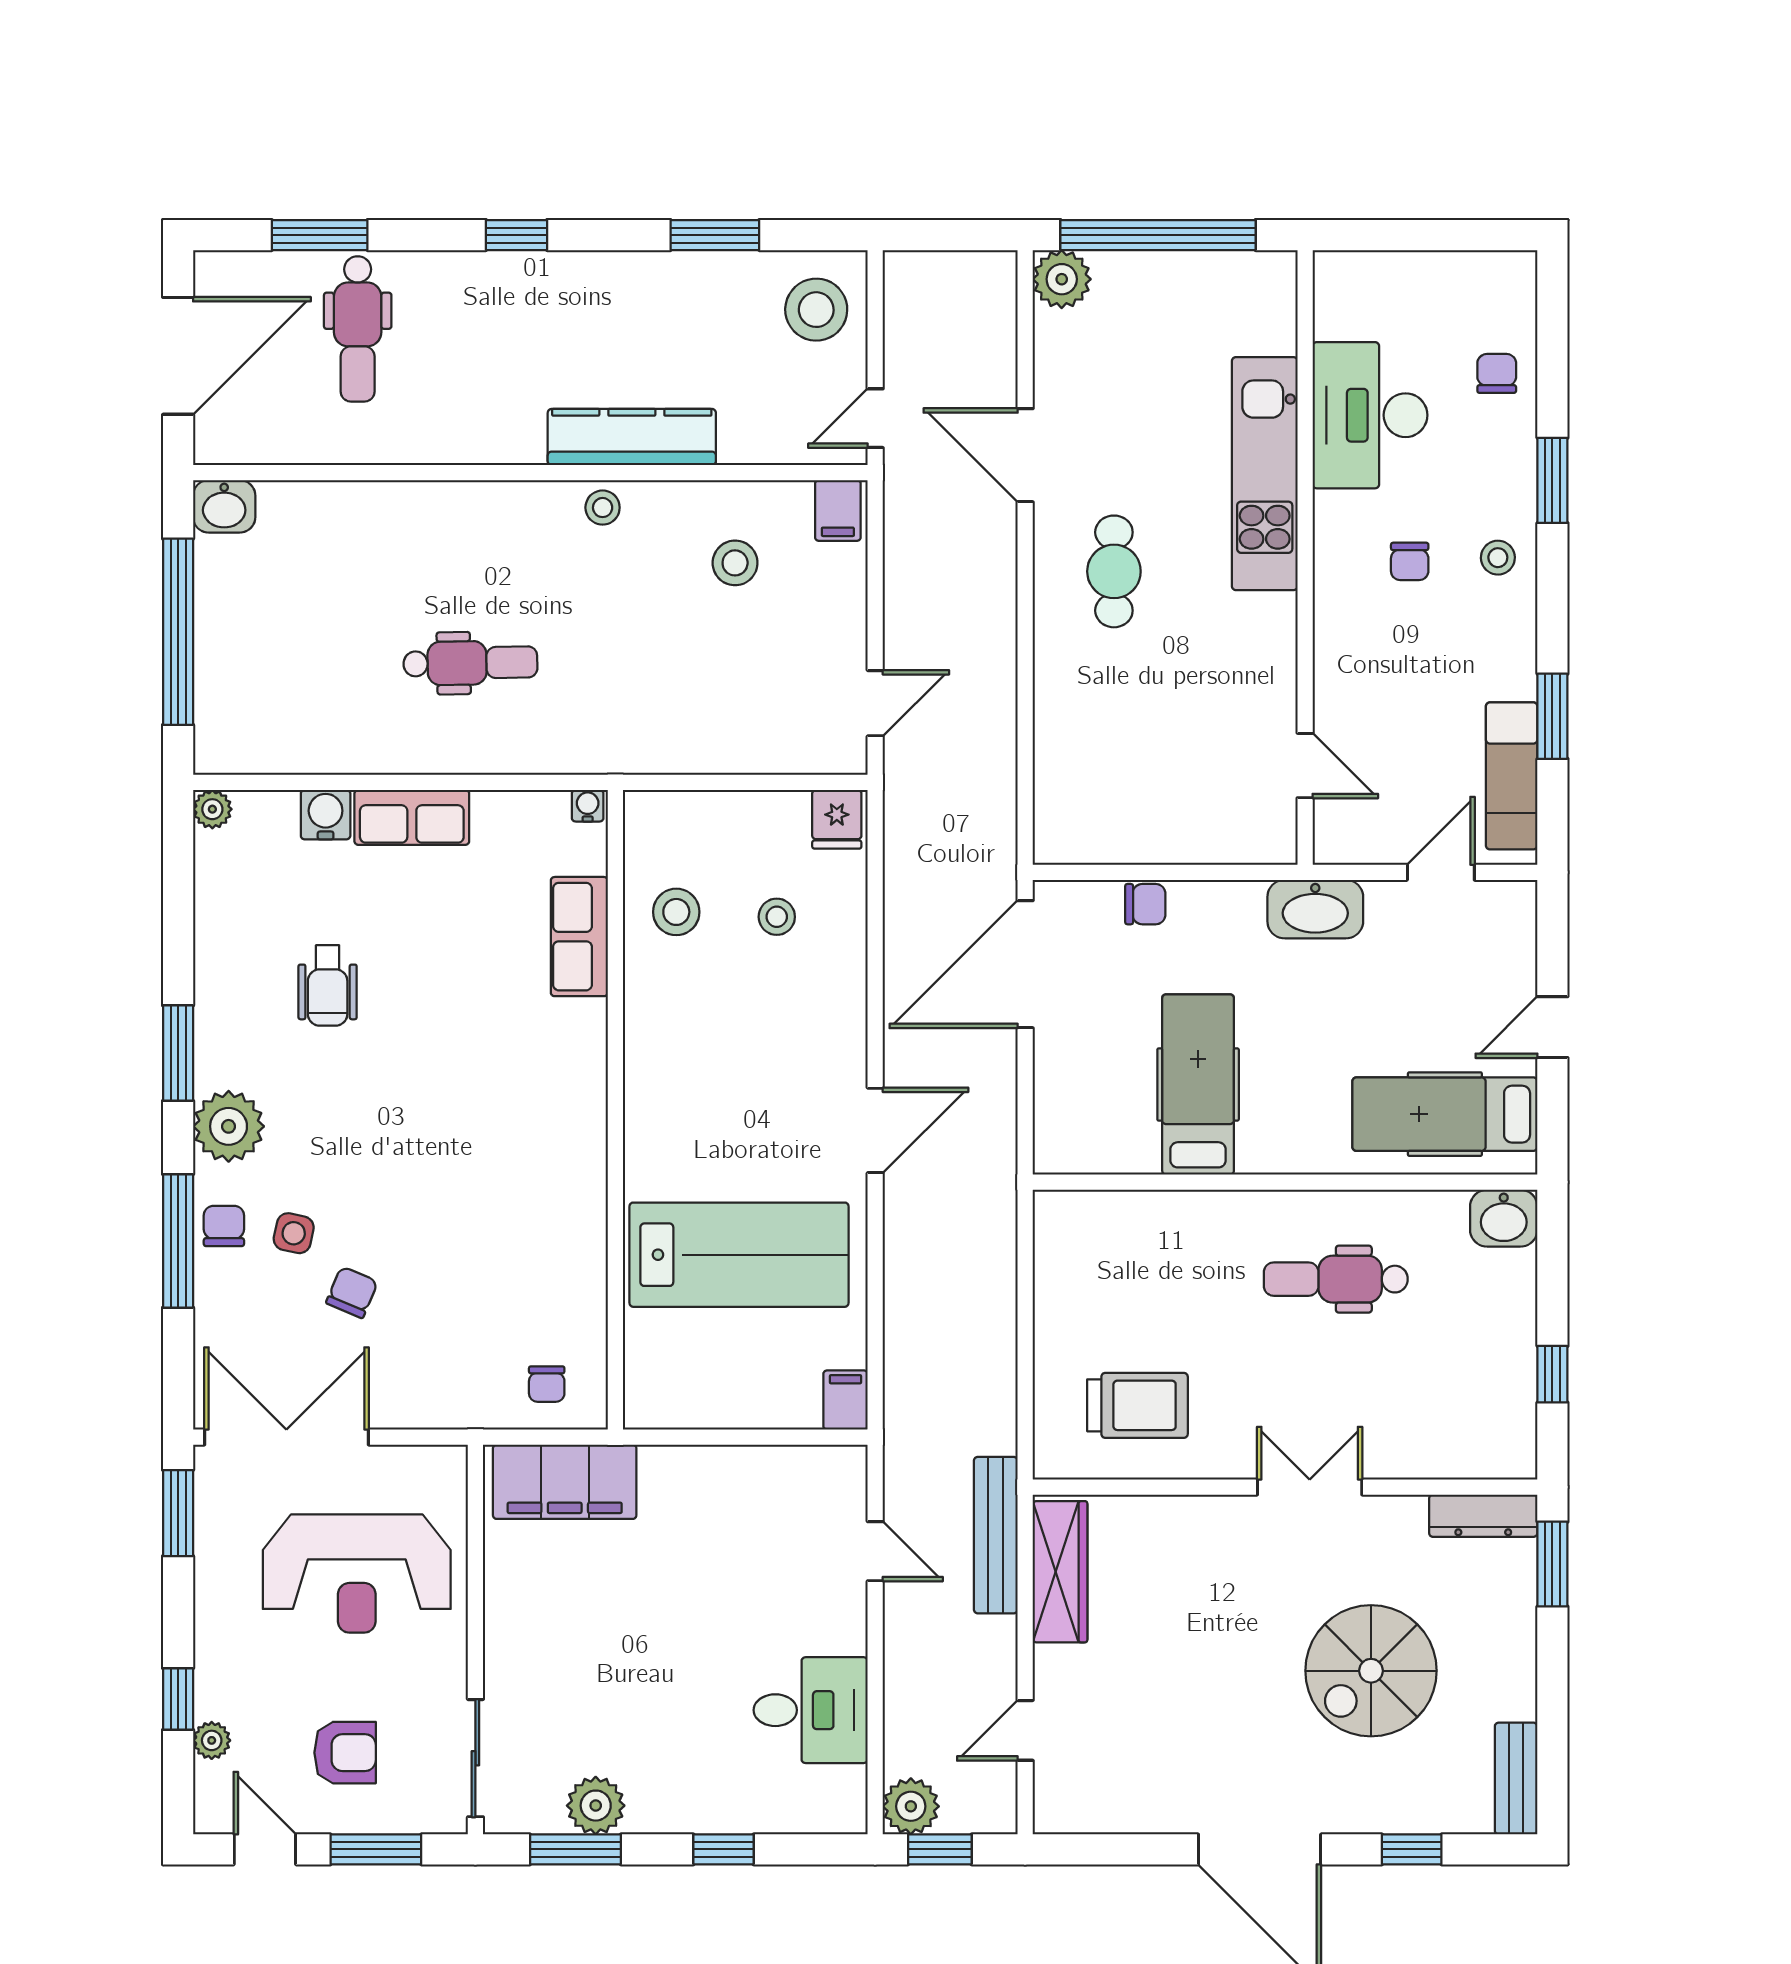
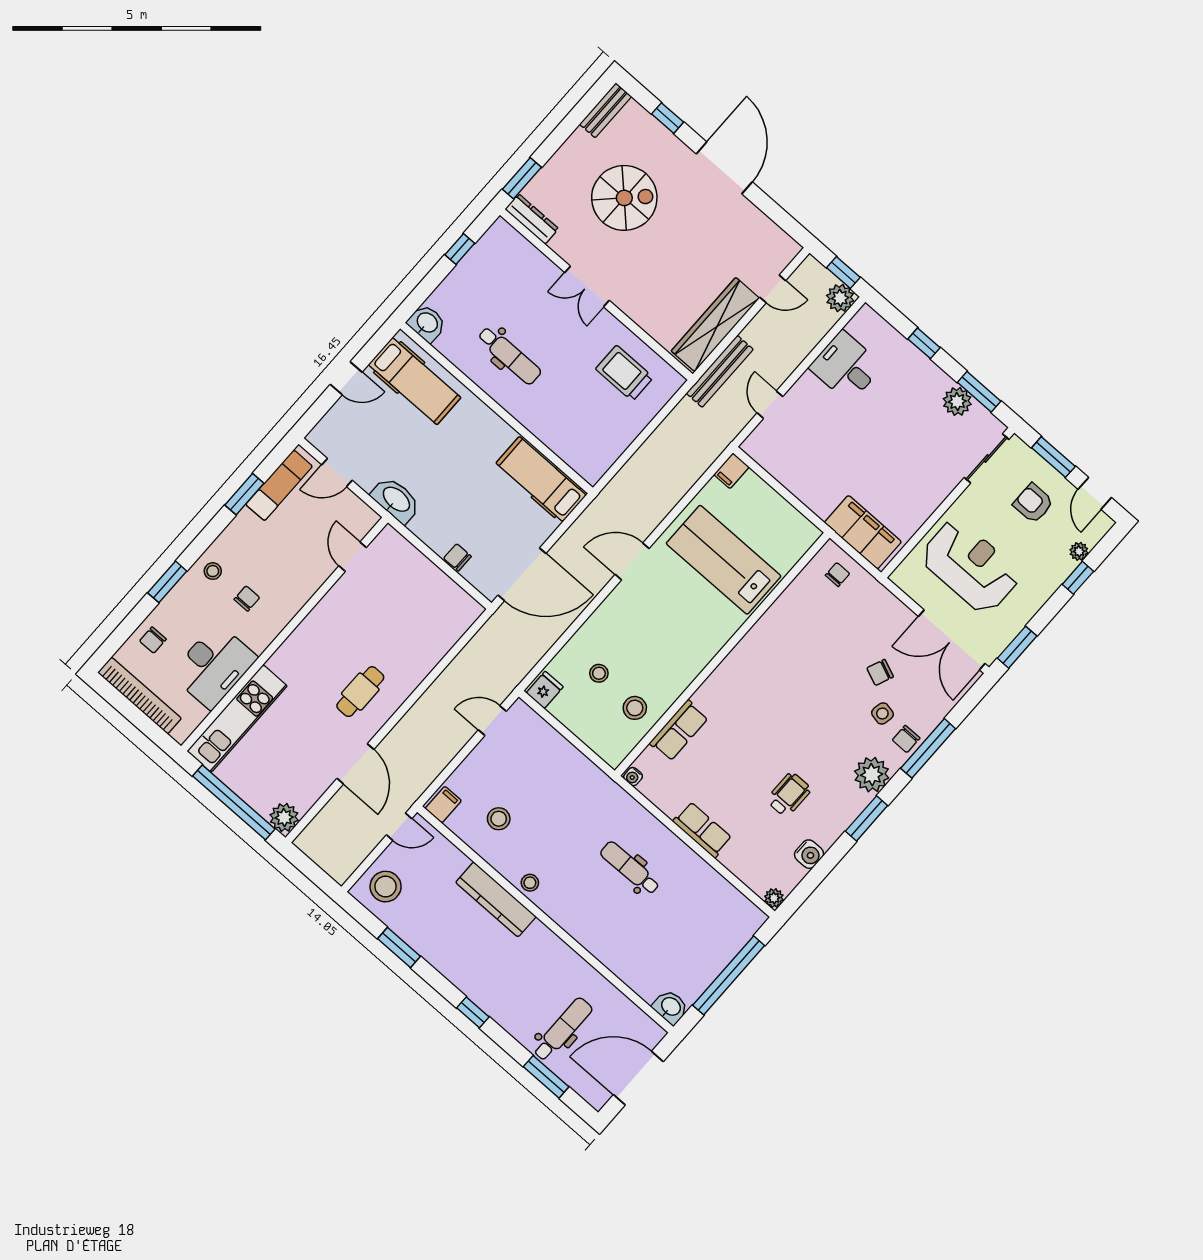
bookcase: (1443, 272) -> (140, 696), added
kitchen unit: (1265, 474) -> (237, 719), moved
water cooler: (326, 815) -> (809, 854), moved, turned -90
hospital bed: (1198, 1084) -> (541, 479), moved, turned 90
wardrobe: (1060, 1572) -> (715, 325), width x1.40, depth x1.17

